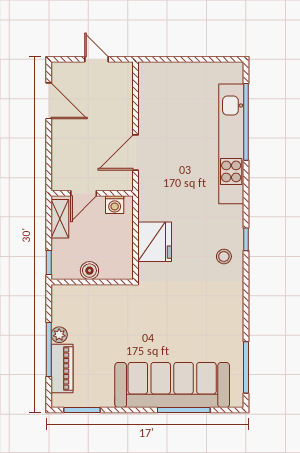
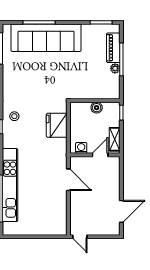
door: (96, 59) -> (80, 237), moved
door: (49, 101) -> (121, 211), swing flipped
door: (136, 153) -> (68, 180), hinge flipped

